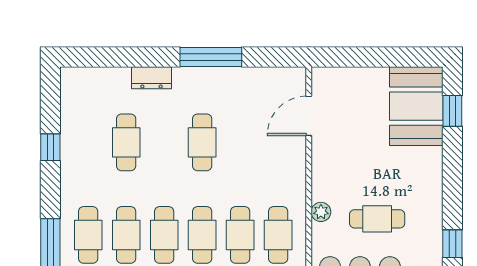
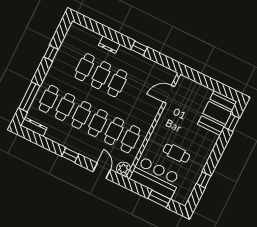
window: (211, 57) -> (139, 48), width x0.46
cafe table: (164, 142) -> (101, 75), added
plant: (321, 212) -> (154, 138), removed

